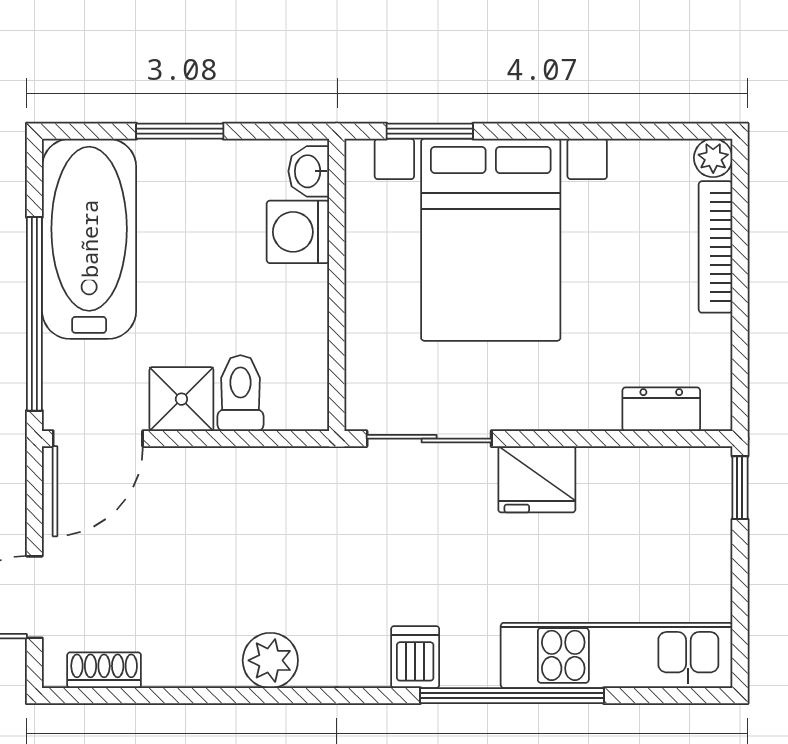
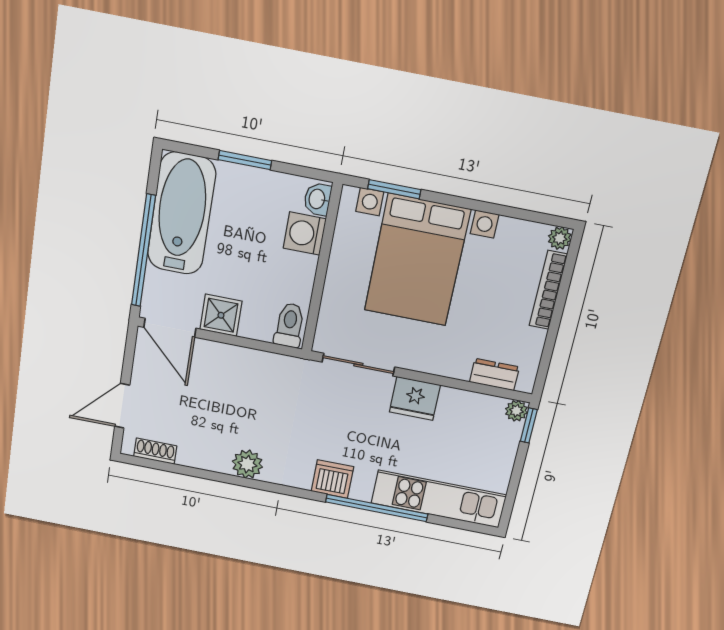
toilet: (240, 393) -> (289, 325), moved
door: (98, 439) -> (170, 328), hinge flipped
plant: (713, 466) -> (516, 411), added
dishwasher: (415, 657) -> (332, 479), width x1.38

